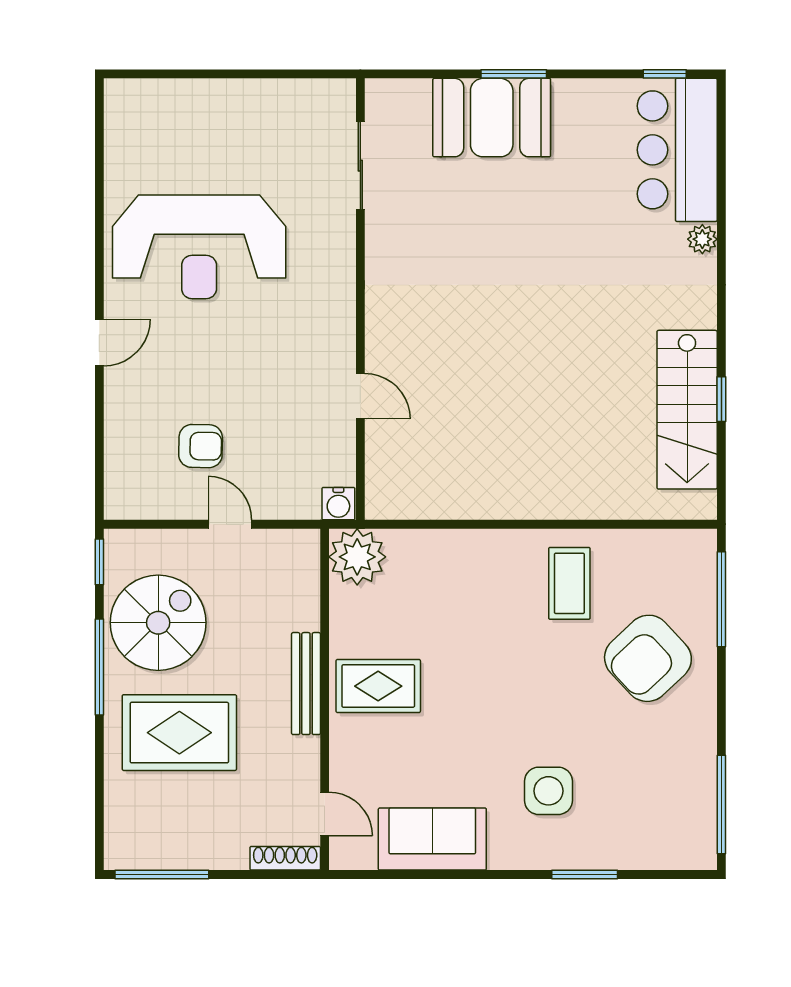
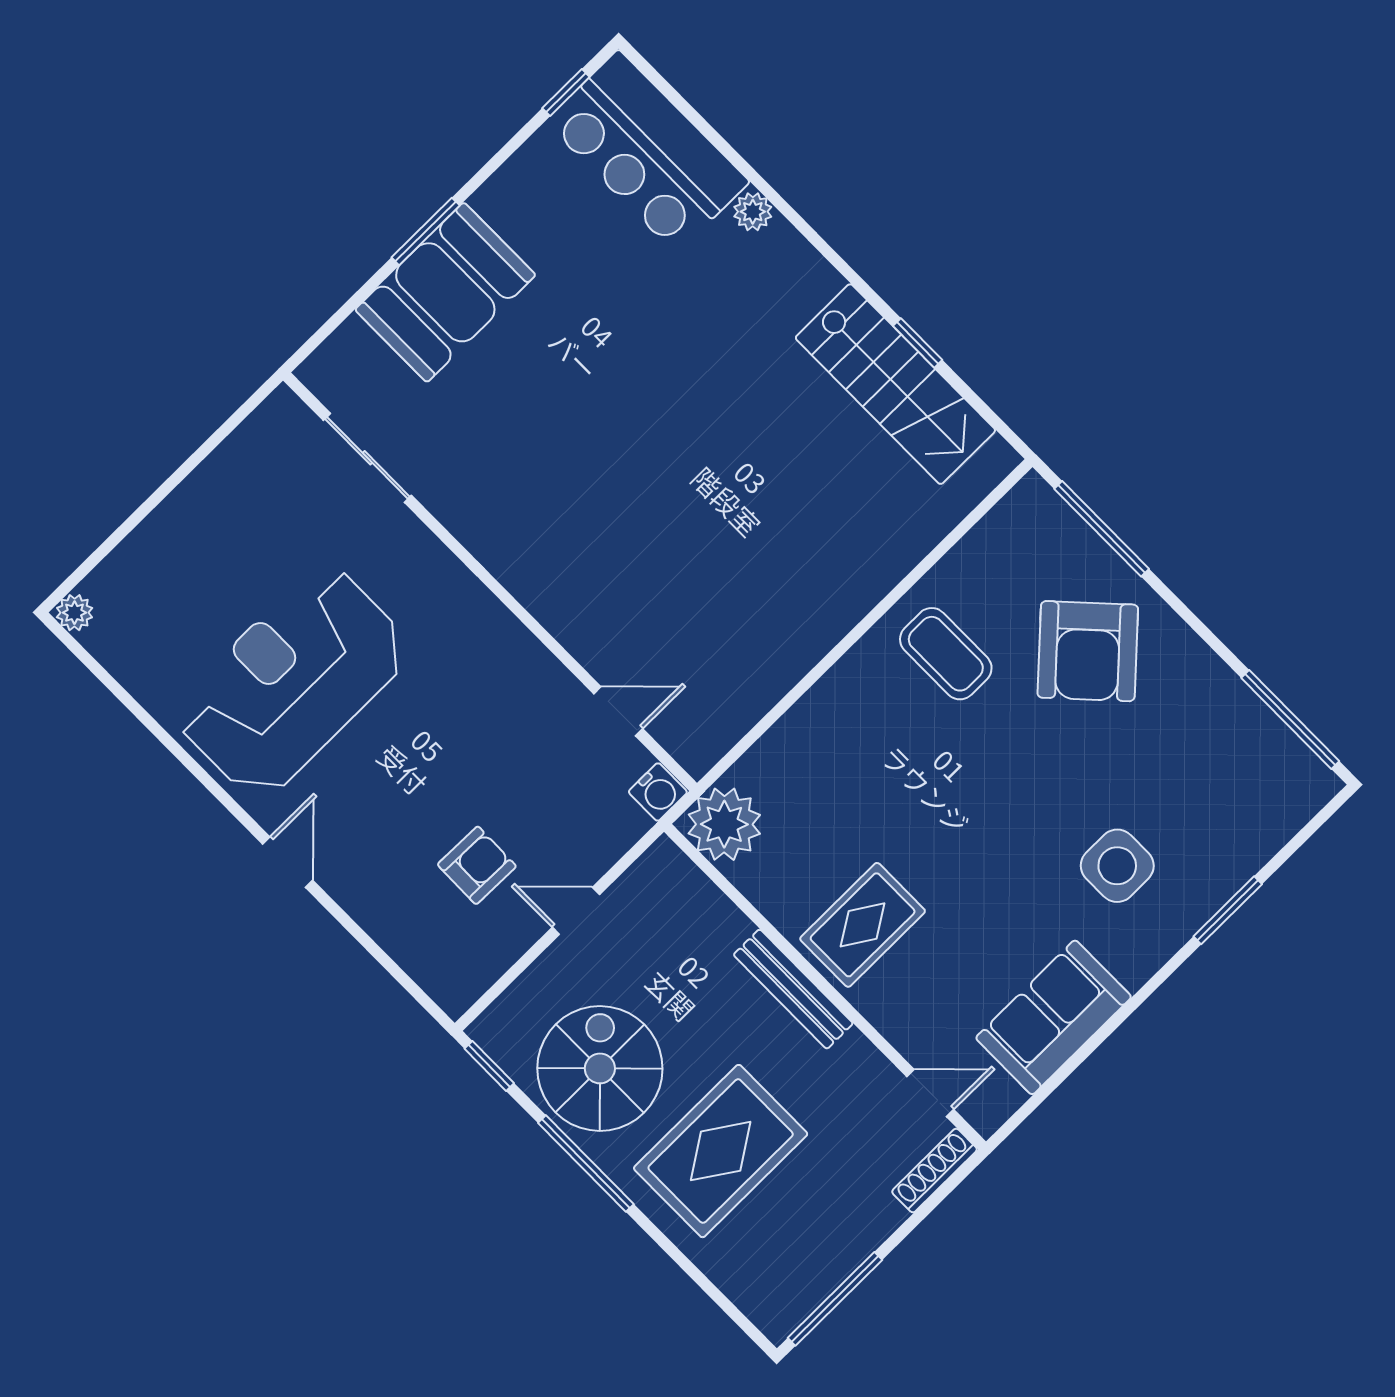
plant: (118, 92) -> (74, 613), added
reception desk: (199, 247) -> (292, 682), turned 180
door: (360, 396) -> (618, 711), moved

